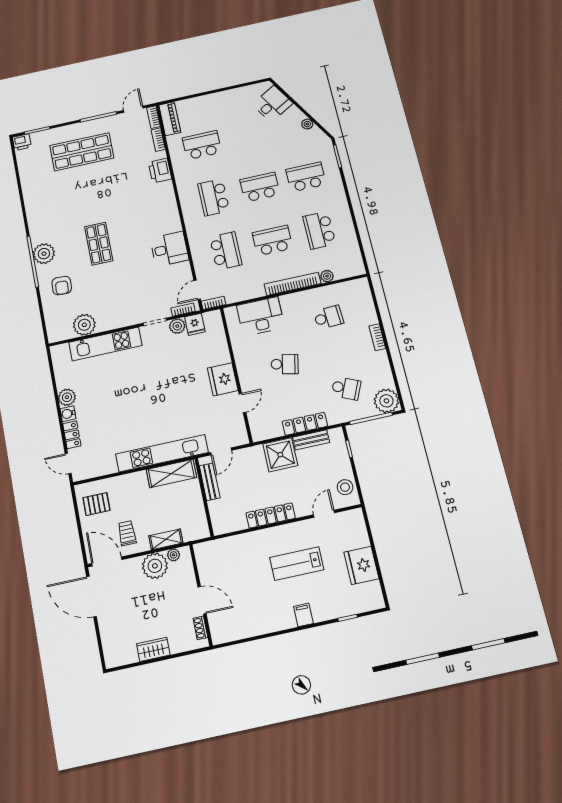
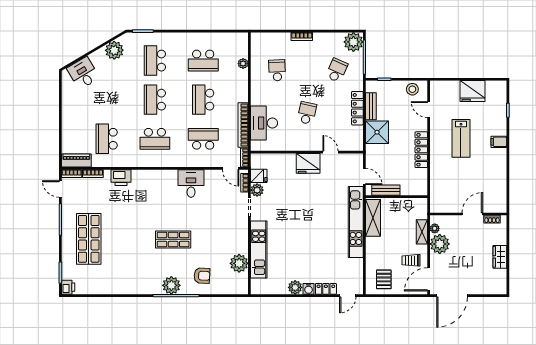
plant: (307, 124) -> (114, 50), width x1.88, depth x1.88
bookcase: (293, 284) -> (243, 125), moved

